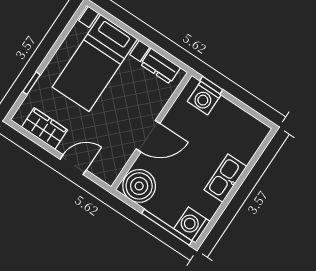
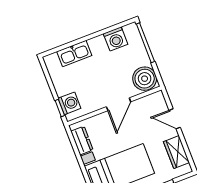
door: (148, 136) -> (119, 104), swing flipped
kitchen sink: (225, 178) -> (74, 53), moved
washing machine: (192, 225) -> (116, 39), moved

